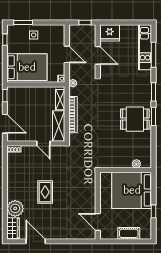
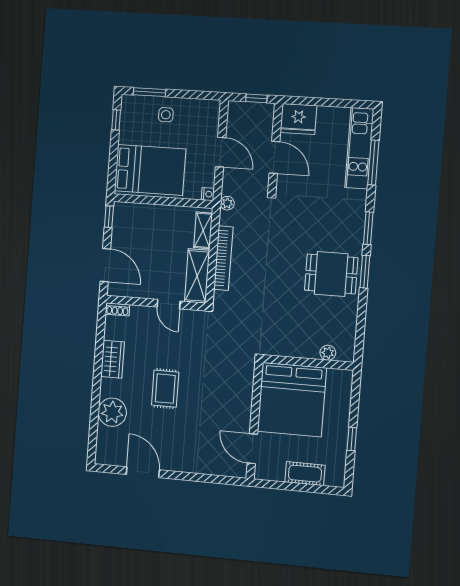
bed: (132, 190) -> (292, 400), moved, turned -90
wardrobe: (13, 228) -> (113, 359), moved

